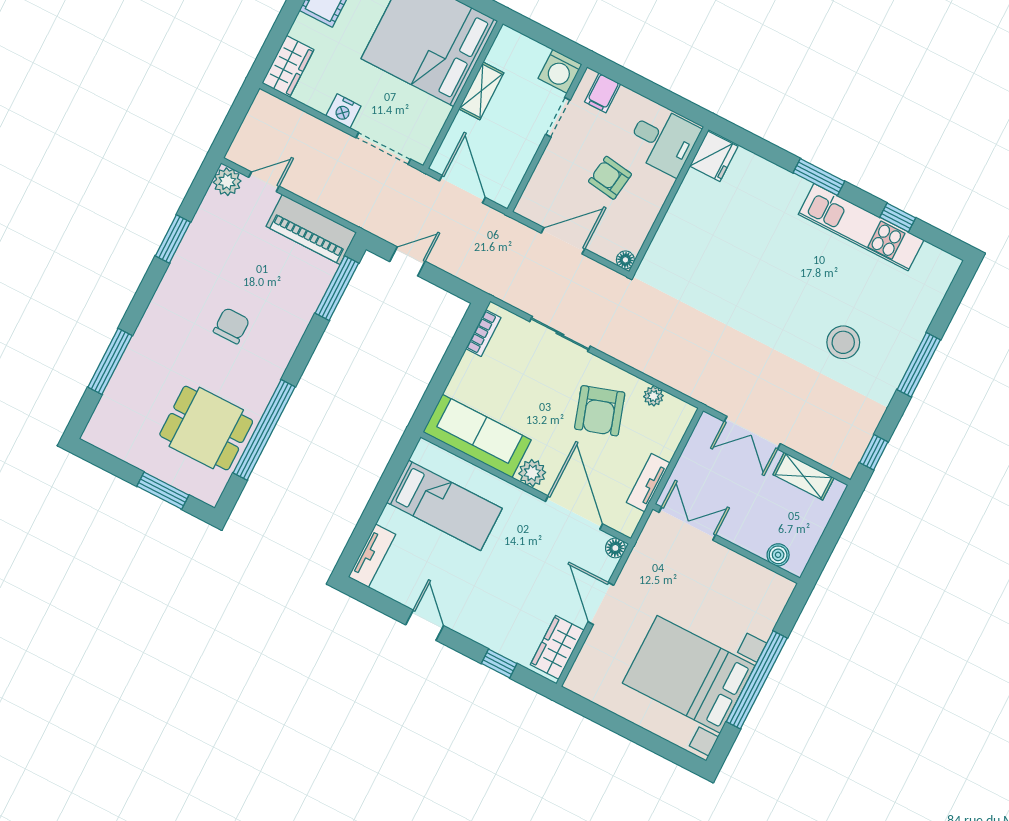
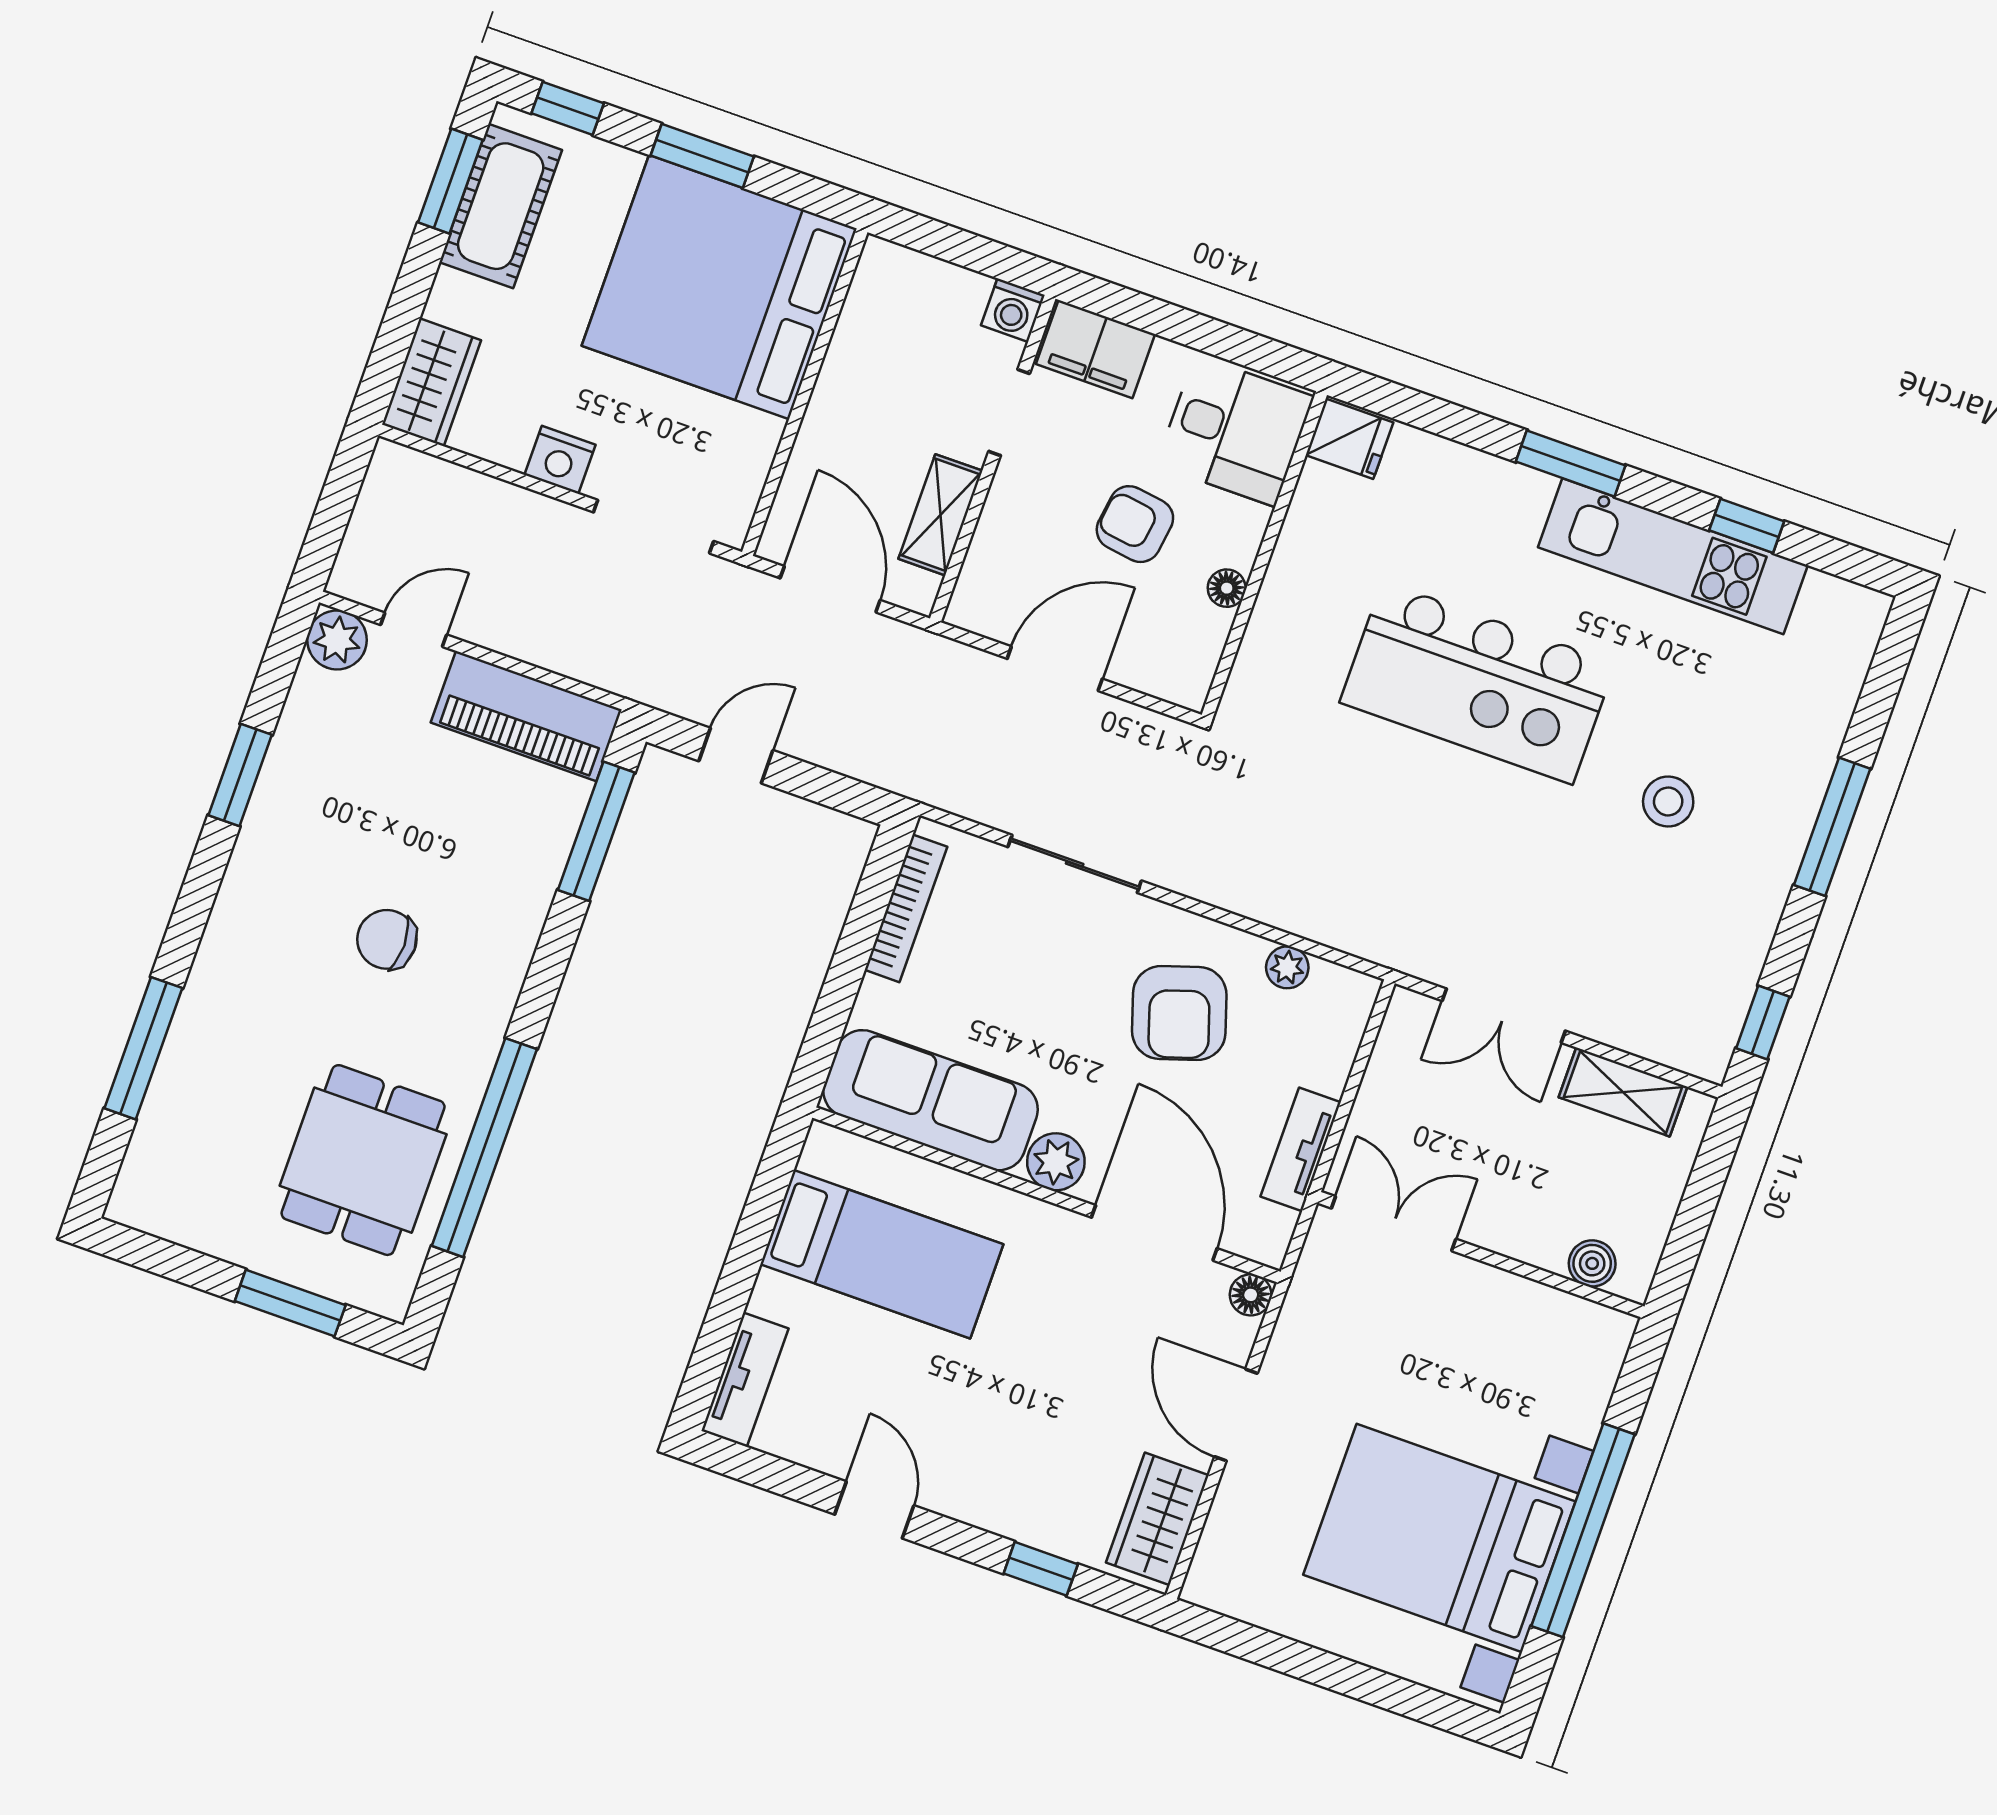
washing machine: (560, 71) -> (1013, 310), width x0.73, depth x0.73
shelving: (481, 91) -> (940, 515), moved
filing cabinet: (602, 93) -> (1095, 349), width x2.00
fridge: (714, 156) -> (1349, 439), width x0.72
floor lamp: (625, 260) -> (1227, 588), moved
kitchen island: (761, 274) -> (1478, 683), added
chair: (231, 326) -> (387, 939), turned -90
bookcase: (483, 333) -> (906, 908), width x1.56
stool: (843, 342) -> (1668, 802), width x0.73, depth x0.73
dining table: (206, 428) -> (363, 1160), turned 90

